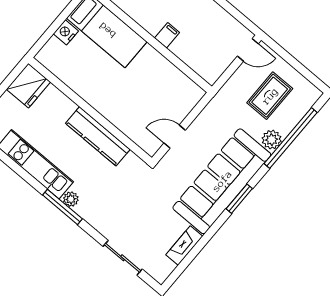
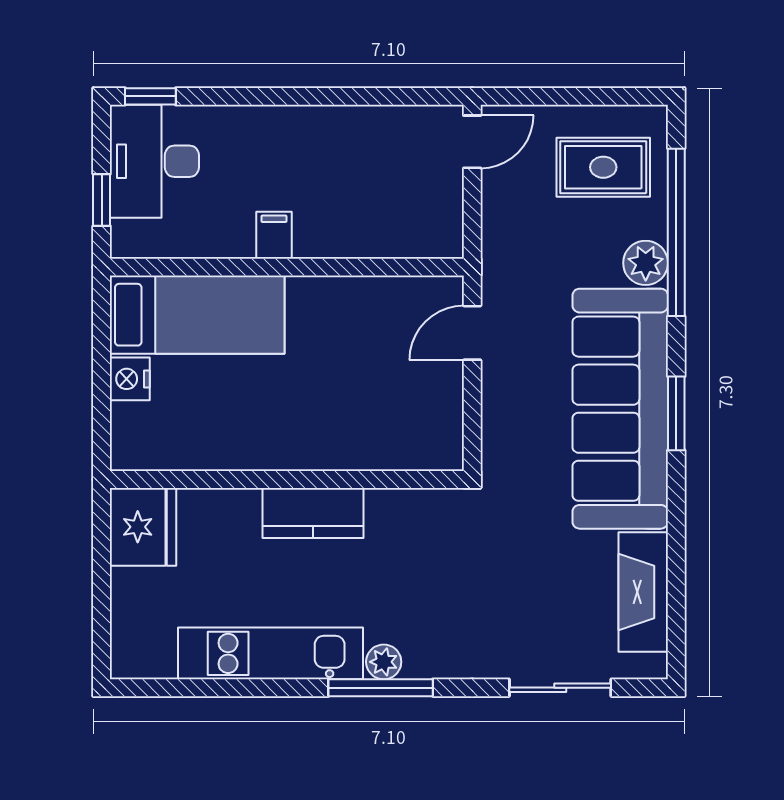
filing cabinet: (167, 35) -> (274, 235), moved
rug: (270, 96) -> (603, 167), moved, turned 90
kitchen counter: (98, 136) -> (313, 513), width x0.67
door: (175, 137) -> (472, 333), moved
fireplace: (184, 246) -> (643, 592), width x1.37, depth x1.32

